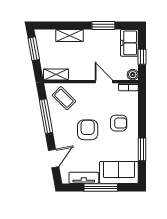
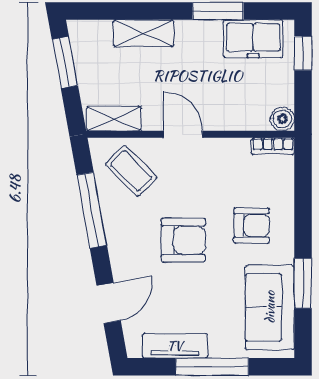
freezer: (129, 43) -> (253, 39), moved, turned -90
window: (142, 57) -> (303, 53), moved
door: (104, 82) -> (183, 134), moved
armchair: (88, 130) -> (183, 240), turned 90
sofa: (119, 172) -> (270, 307), moved, turned -90

